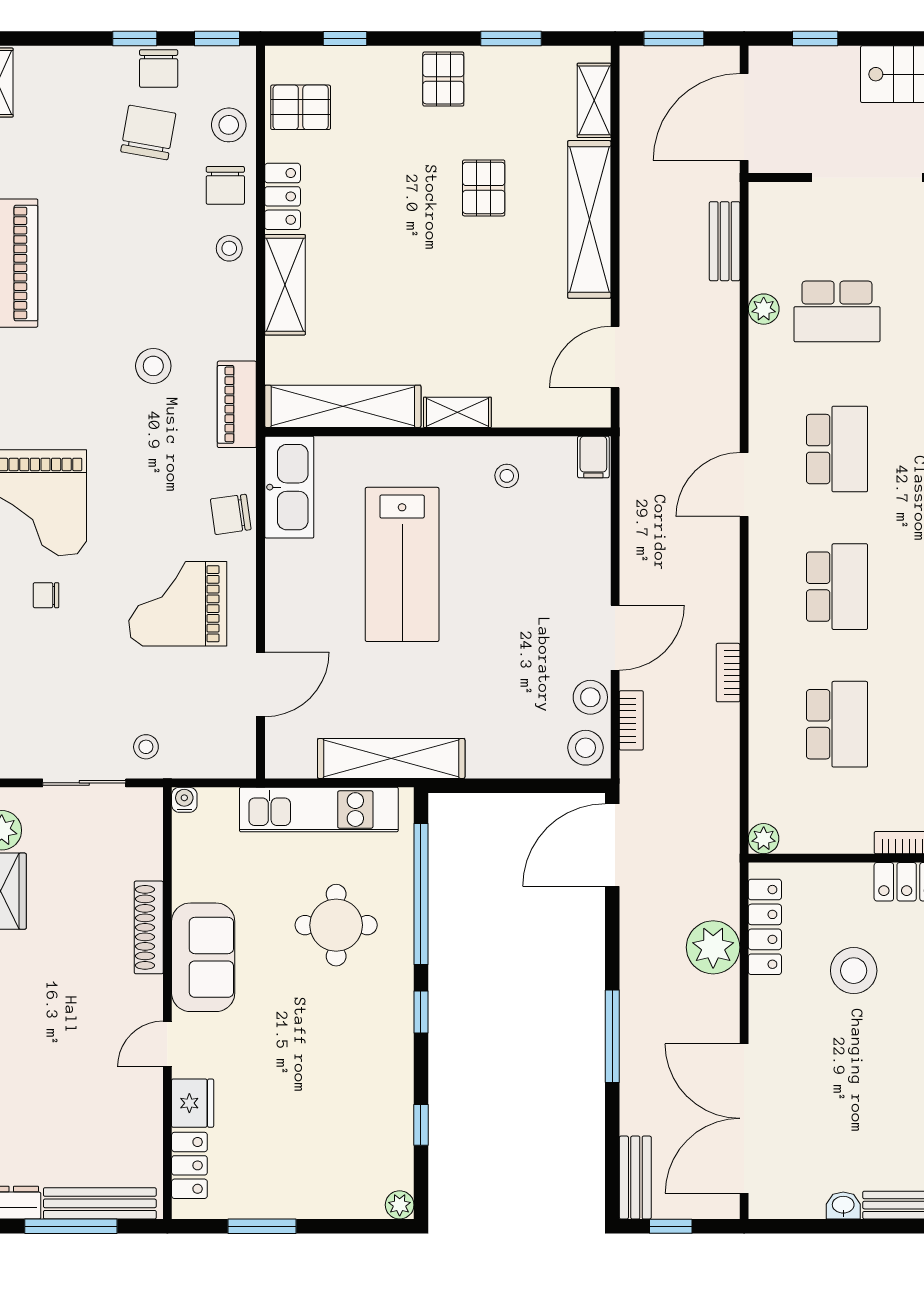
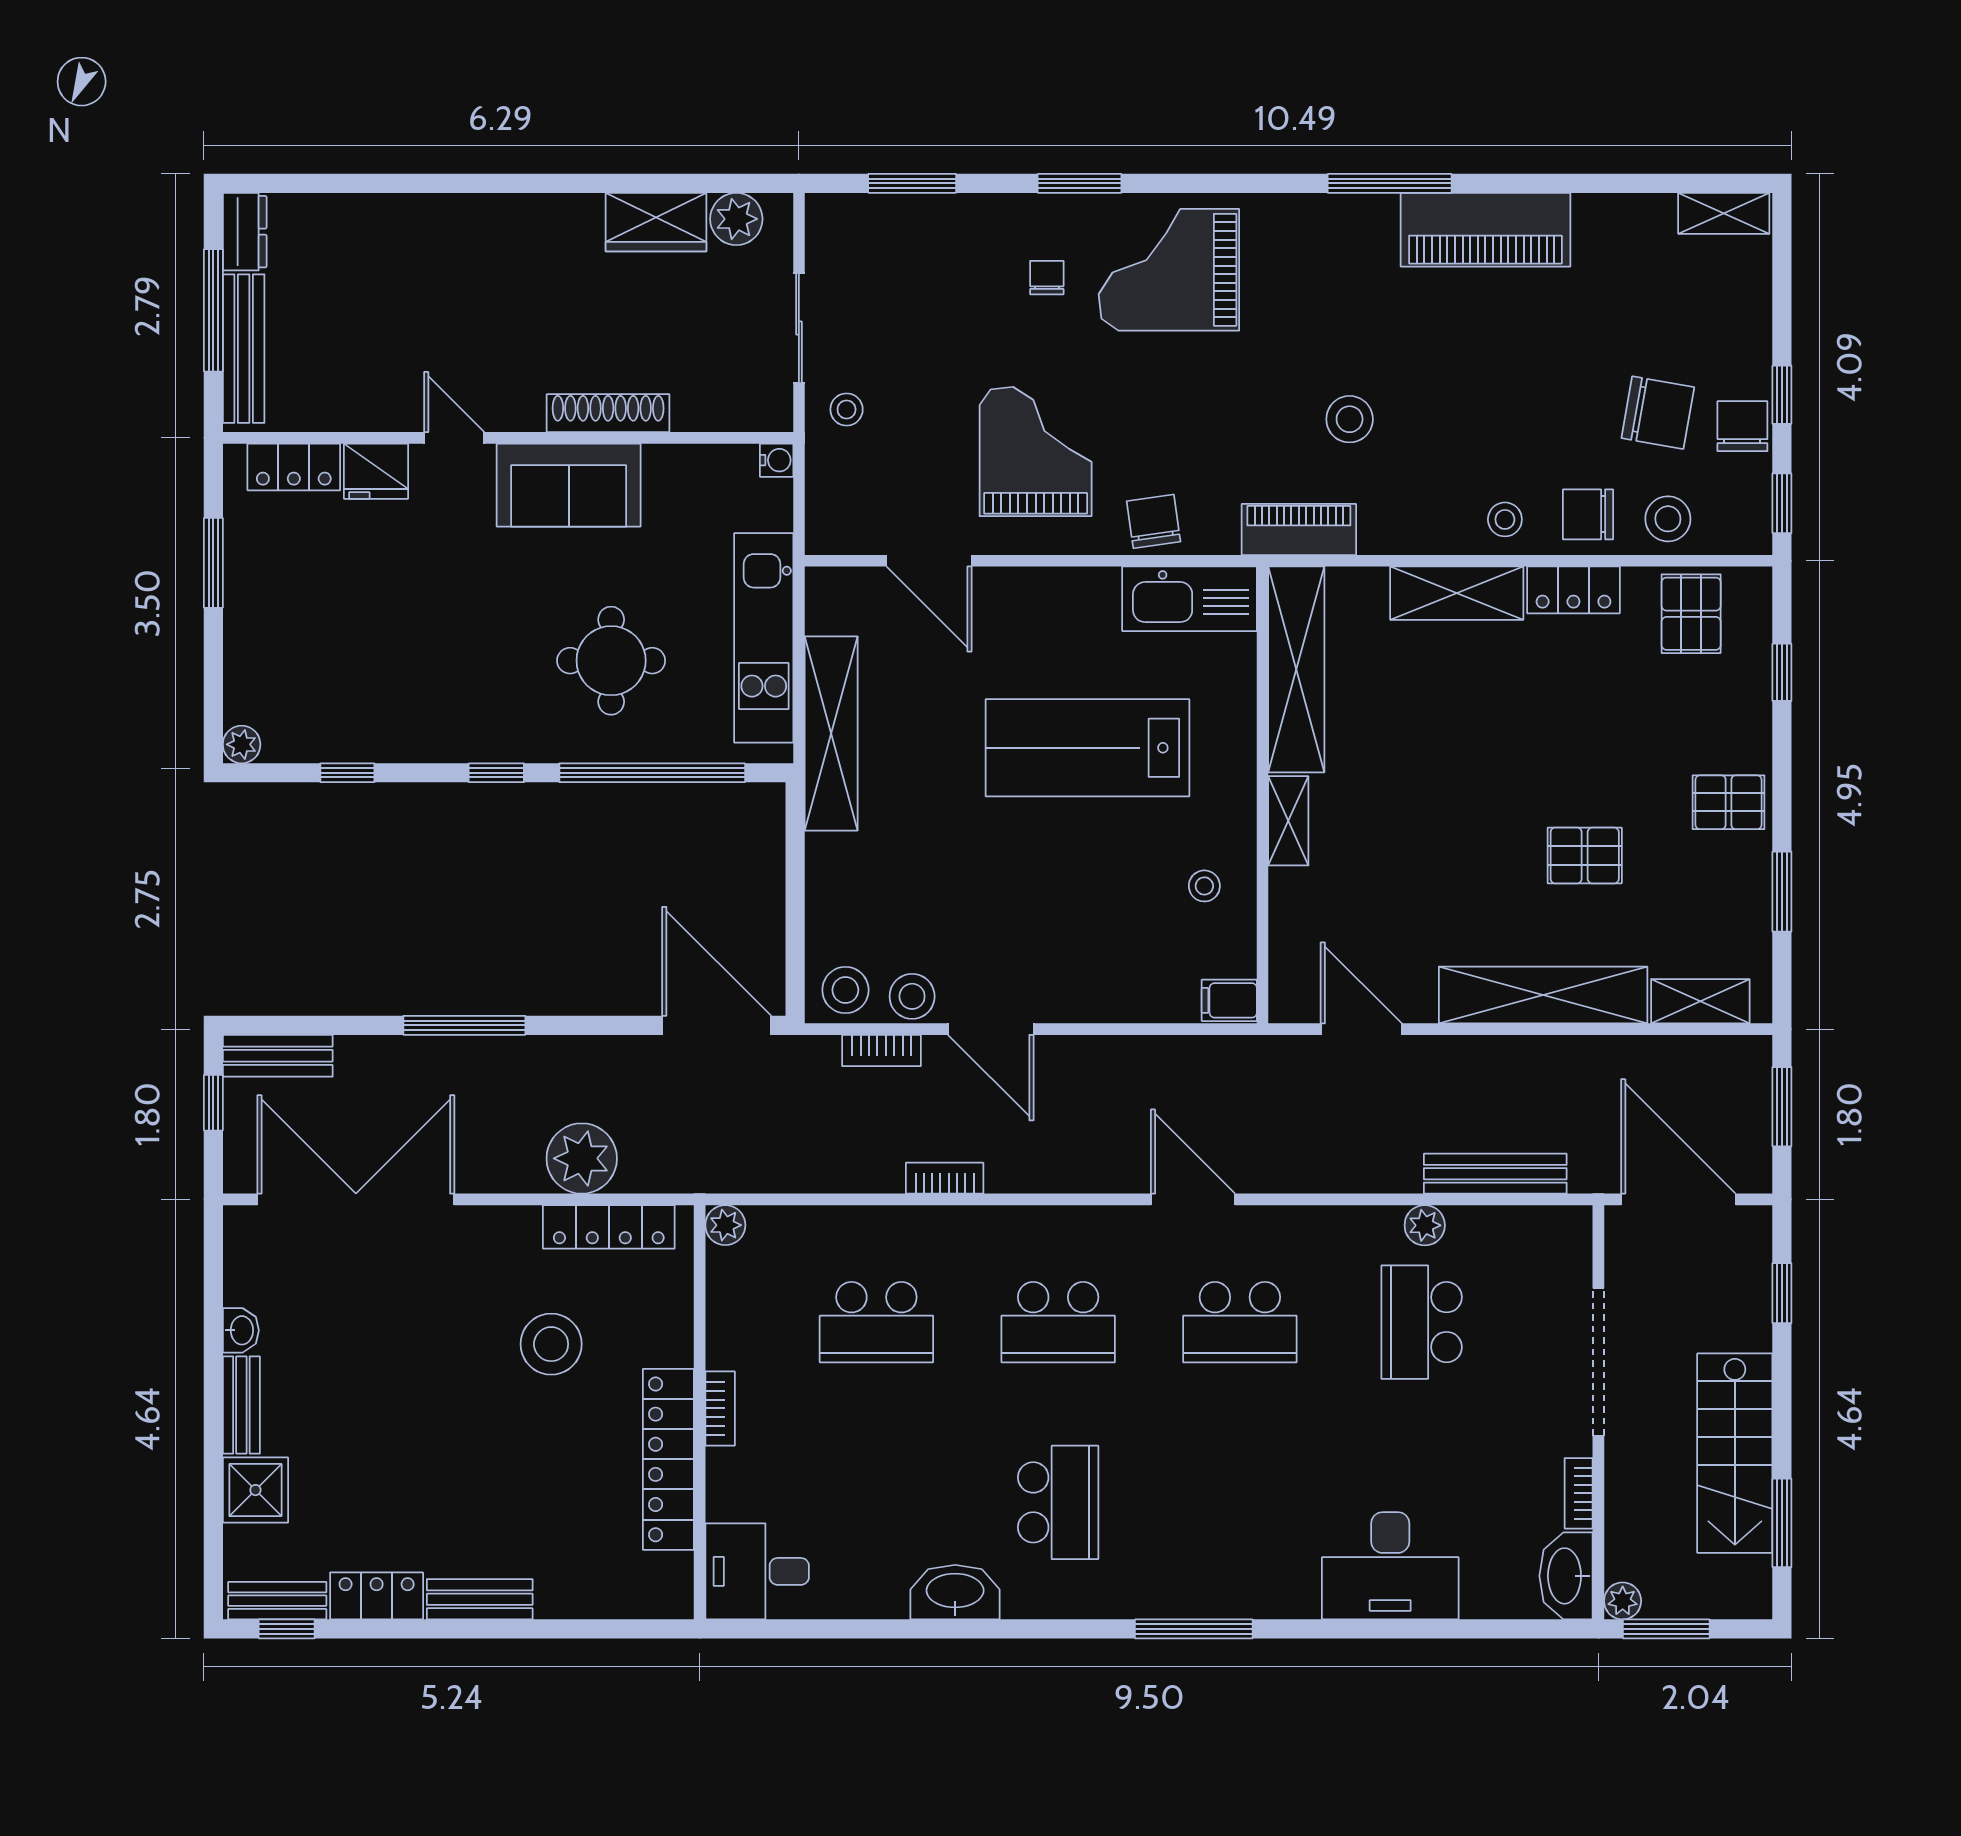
chair: (159, 68) -> (1742, 426), turned 90
bench: (725, 241) -> (1495, 1174), width x1.36

